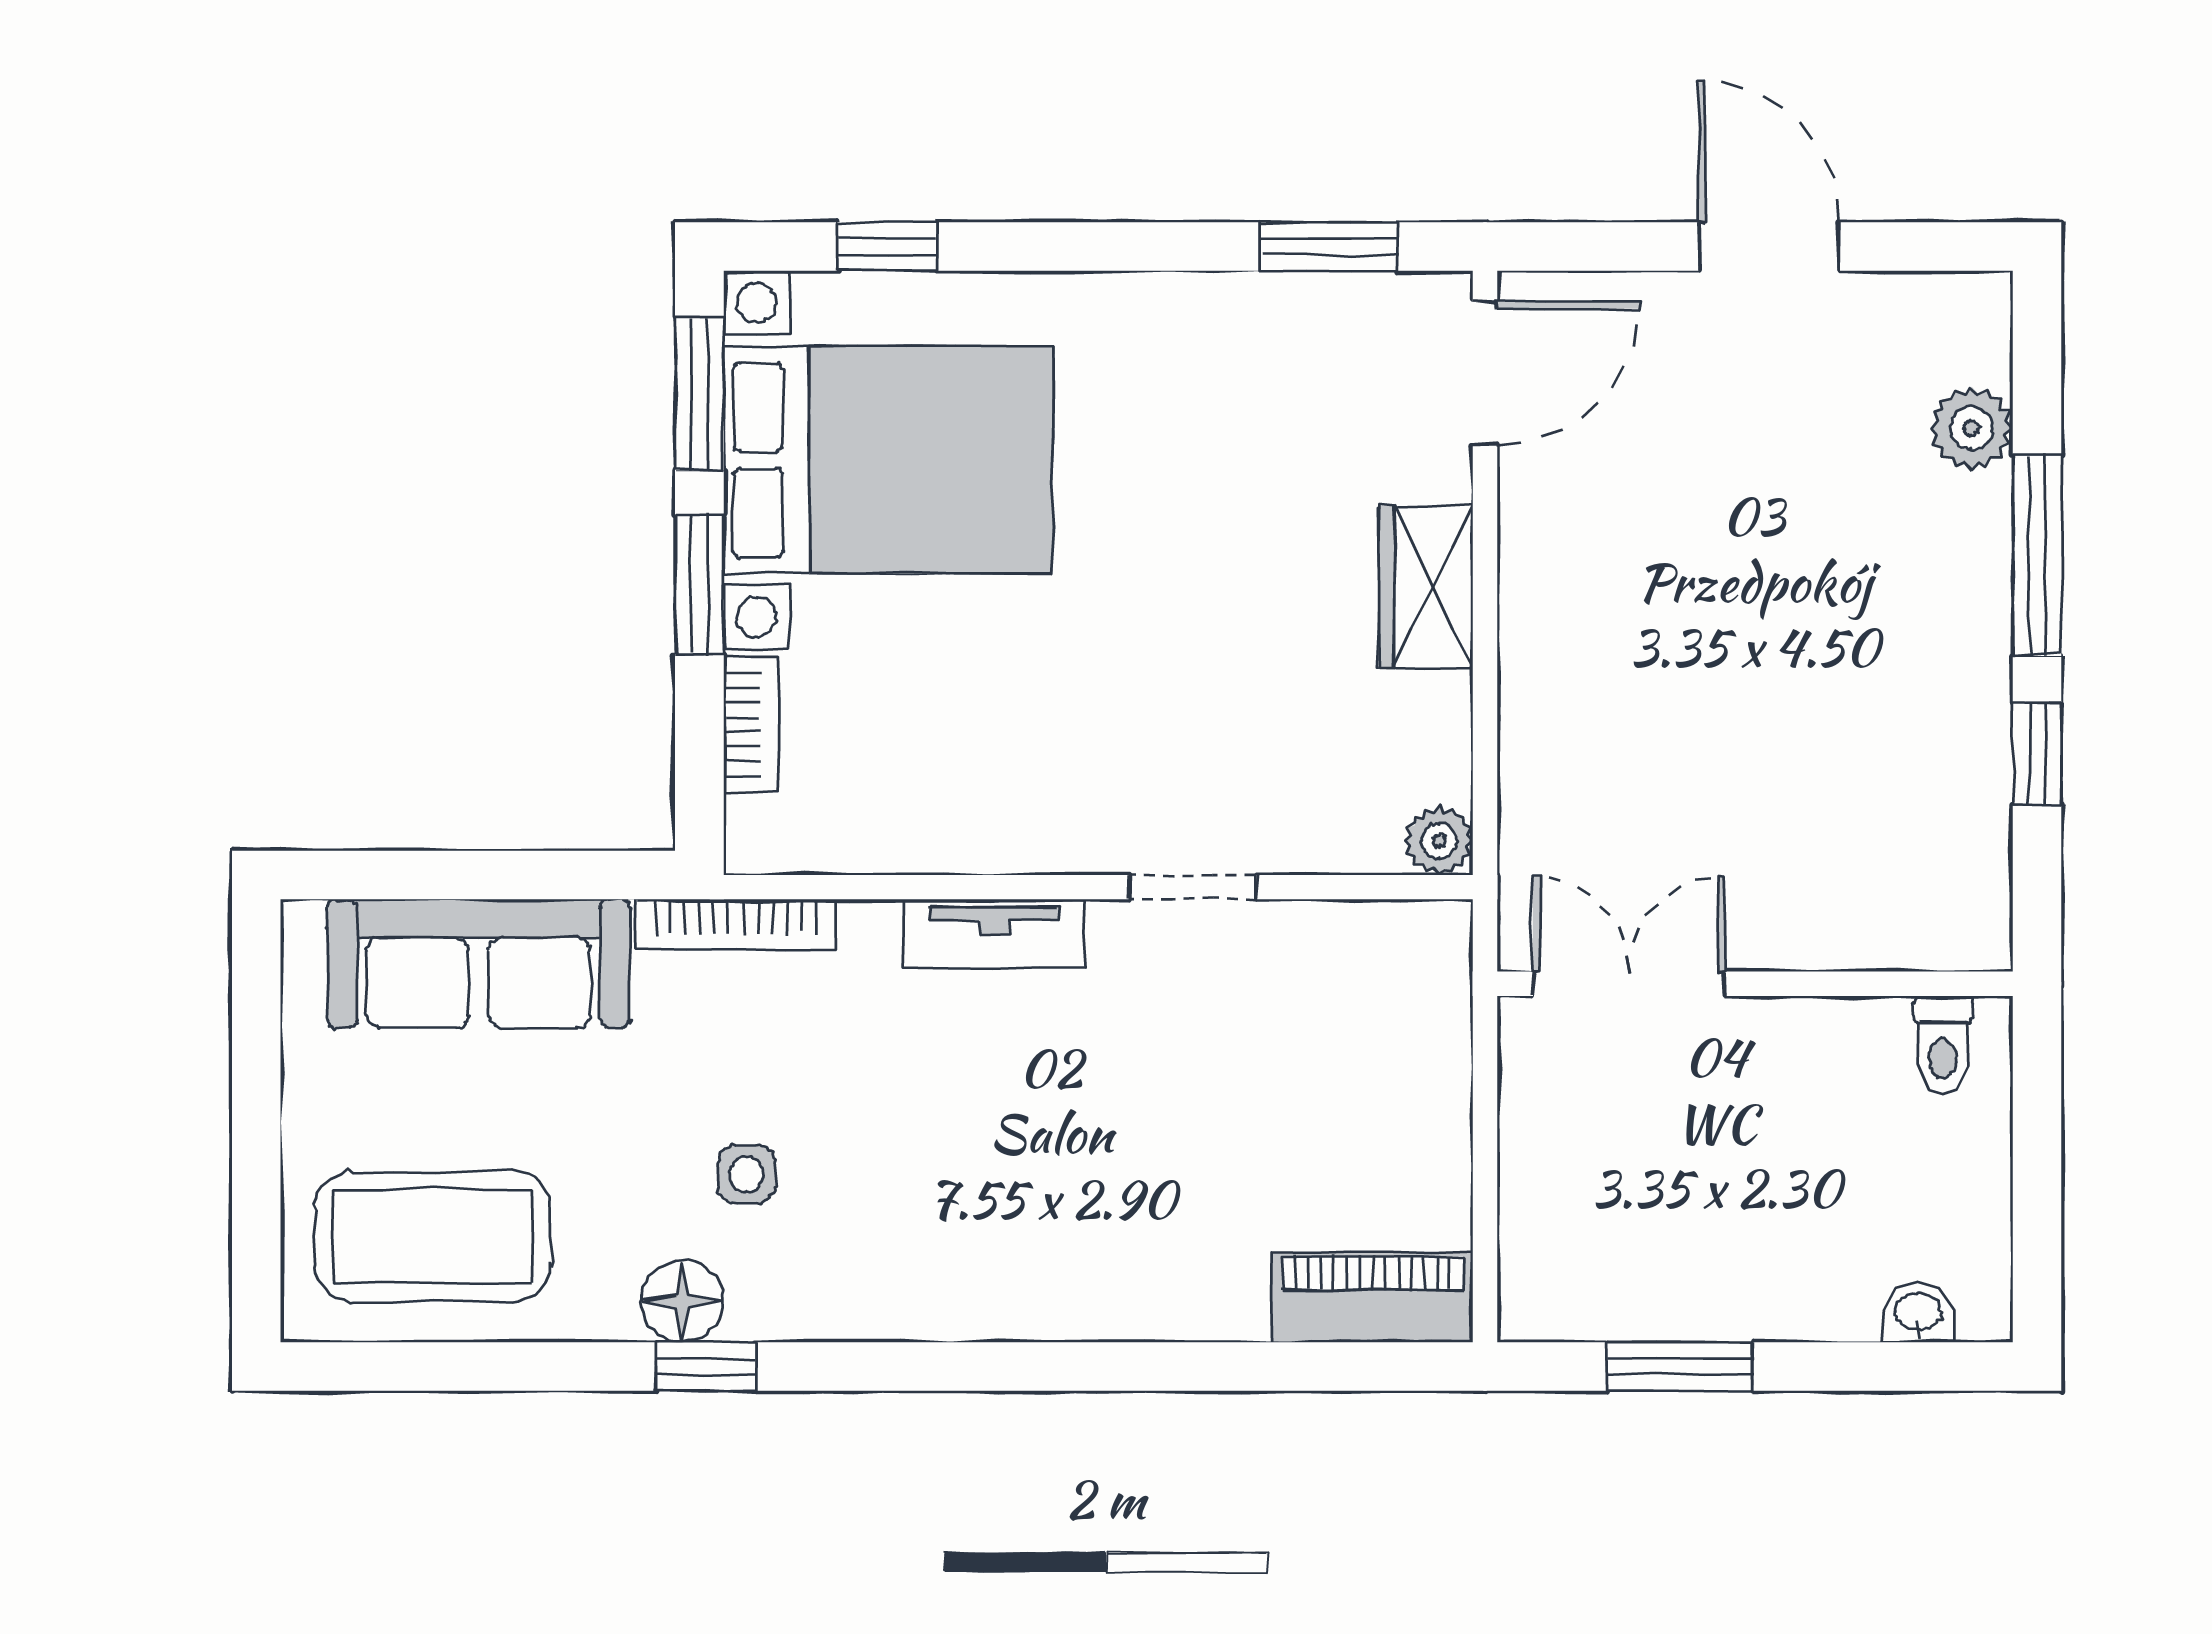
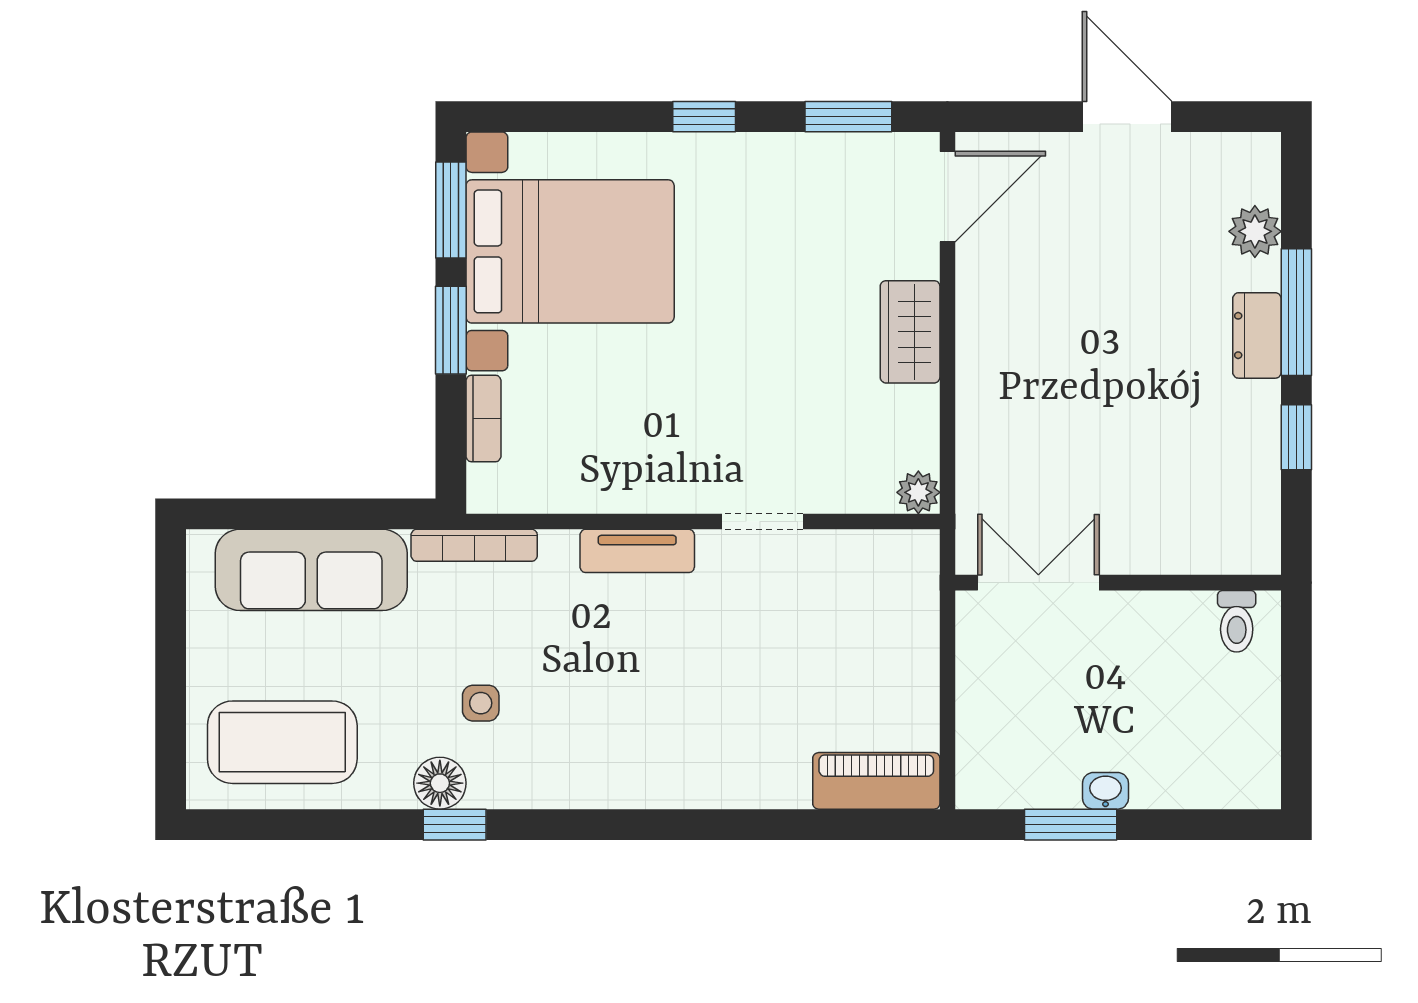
window: (887, 247) -> (704, 117), moved
dresser: (1975, 593) -> (1257, 335), added
washbasin: (1918, 1313) -> (1105, 791), moved

